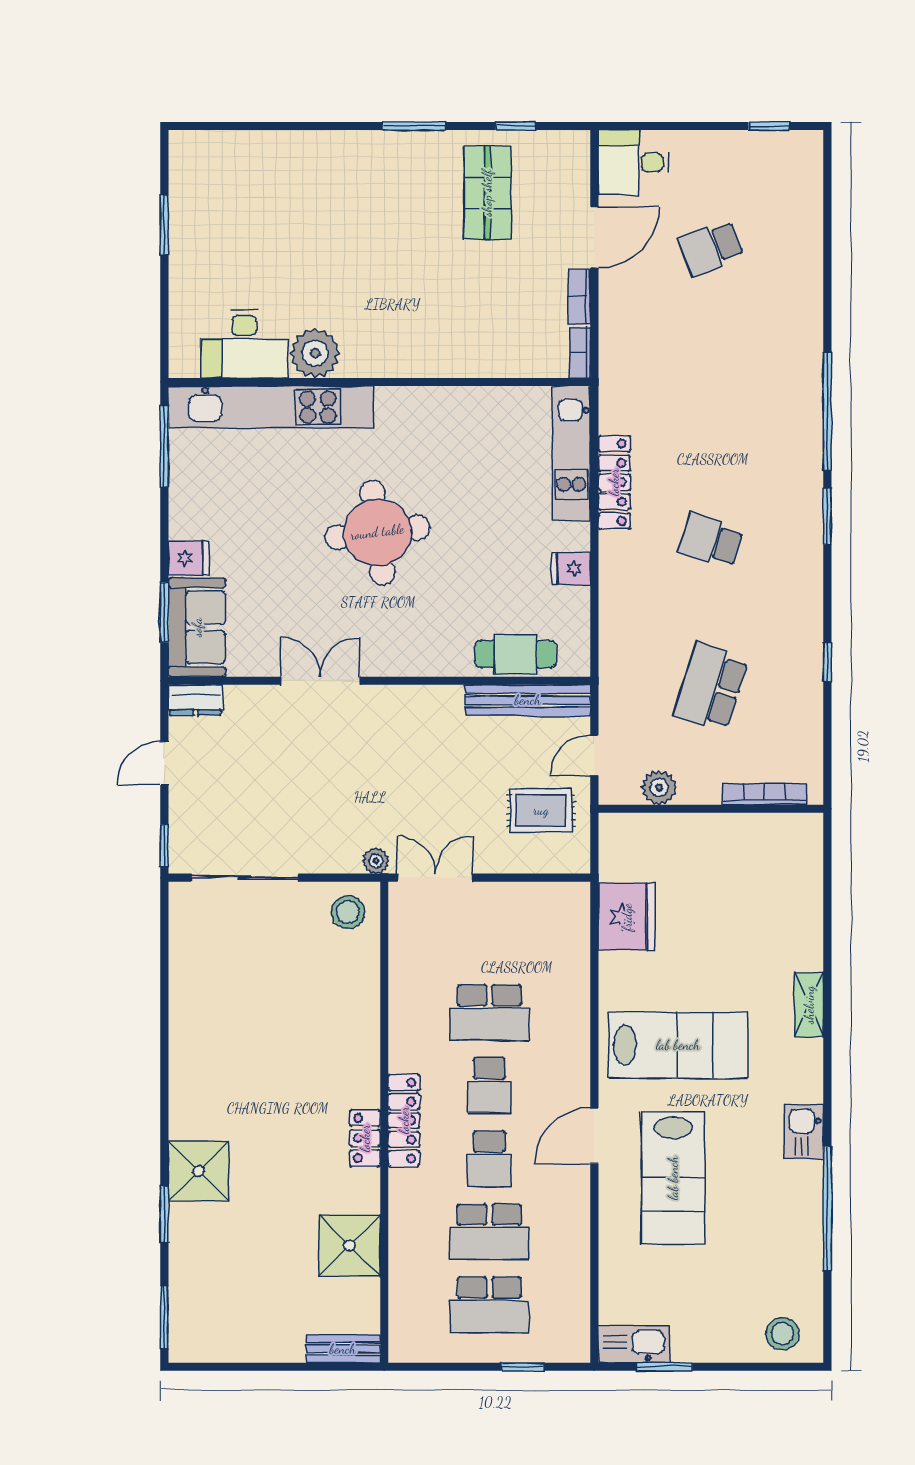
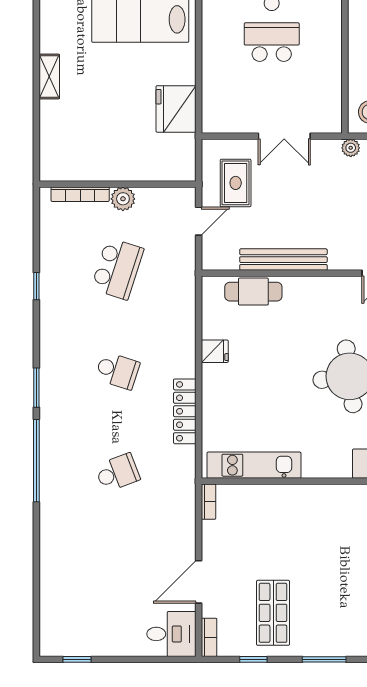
school desk: (711, 248) -> (117, 473), moved
bookcase: (579, 297) -> (209, 637), moved
kitchen unit: (571, 453) -> (254, 465), moved, turned -90
bench: (528, 700) -> (283, 260), moved
plant: (659, 788) -> (123, 199), moved
rug: (541, 810) -> (236, 183), turned 90
double door: (435, 878) -> (284, 136), moved
shelving: (809, 1005) -> (49, 76), moved

